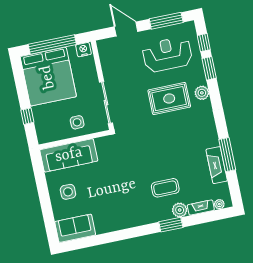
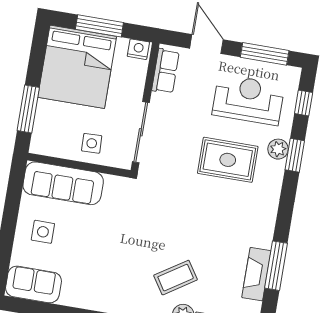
window: (52, 44) -> (99, 26), width x0.68
row of seats: (106, 57) -> (165, 71), added
window: (209, 68) -> (295, 155), moved
plant: (202, 93) -> (278, 149), moved
window: (27, 116) -> (28, 109), width x2.17
coffee table: (165, 188) -> (176, 278), turned -33

